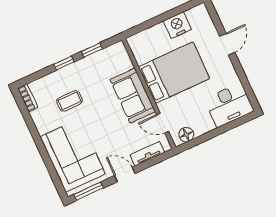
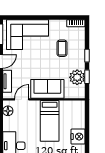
plant: (99, 63) -> (77, 77), added
bed: (174, 73) -> (50, 121), width x0.67

